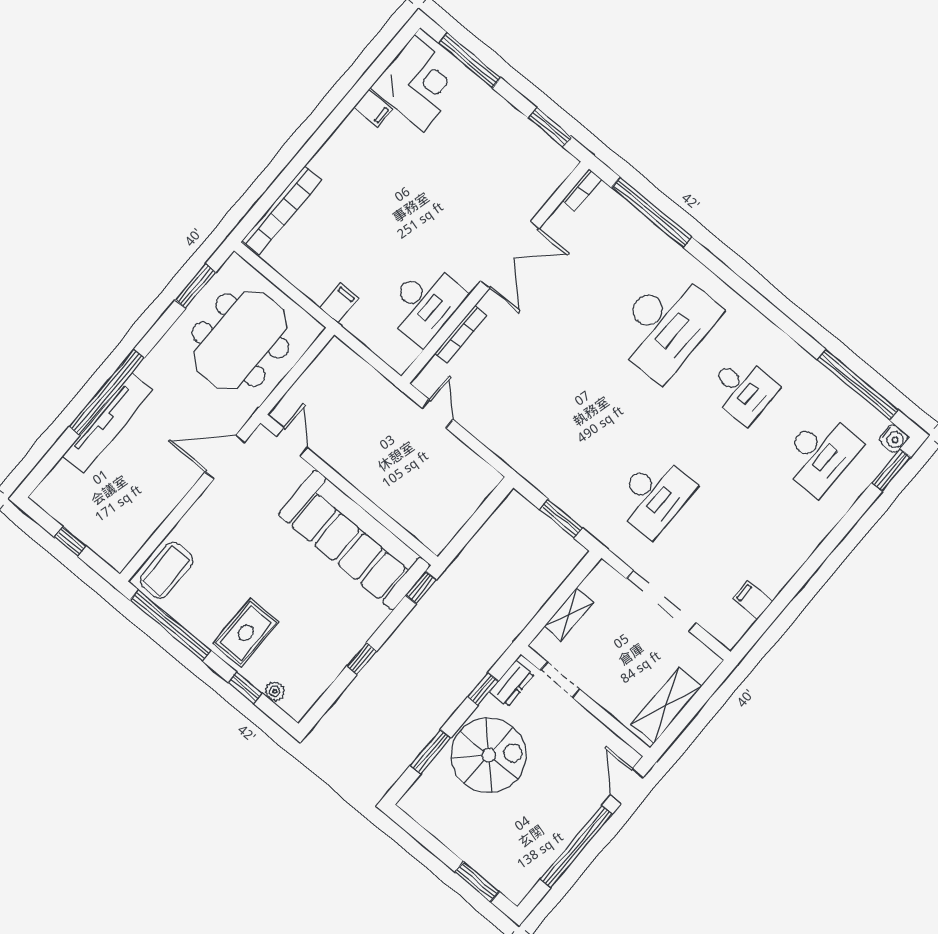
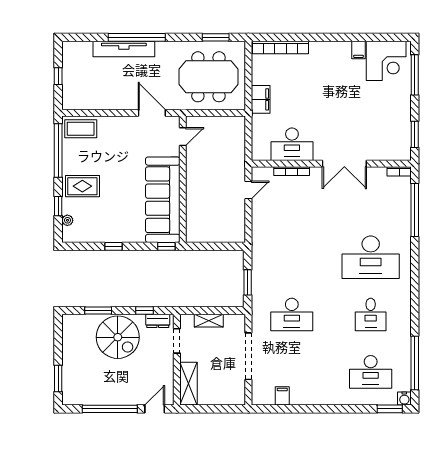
filing cabinet: (339, 303) -> (261, 99), width x2.00
shelving: (666, 705) -> (188, 384), moved, turned 90

